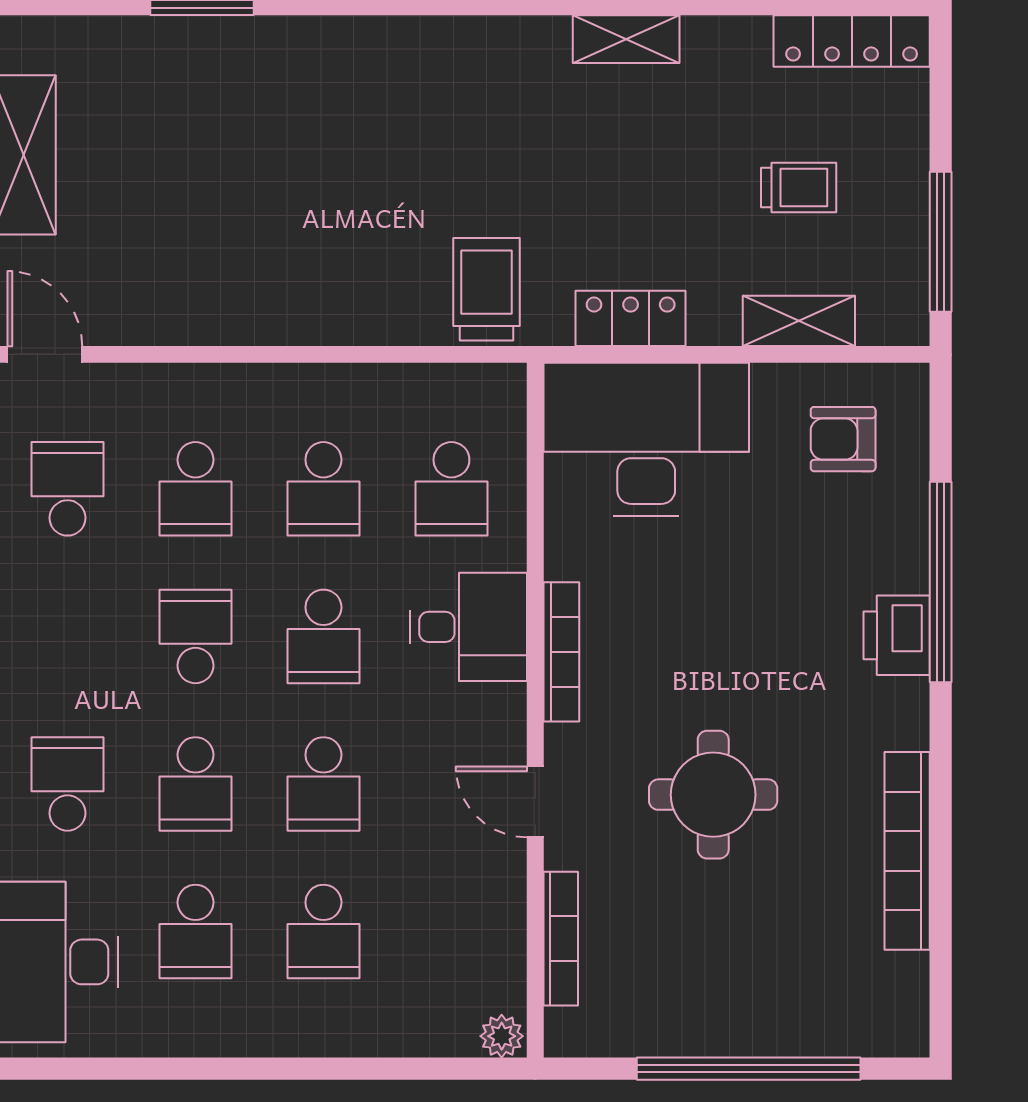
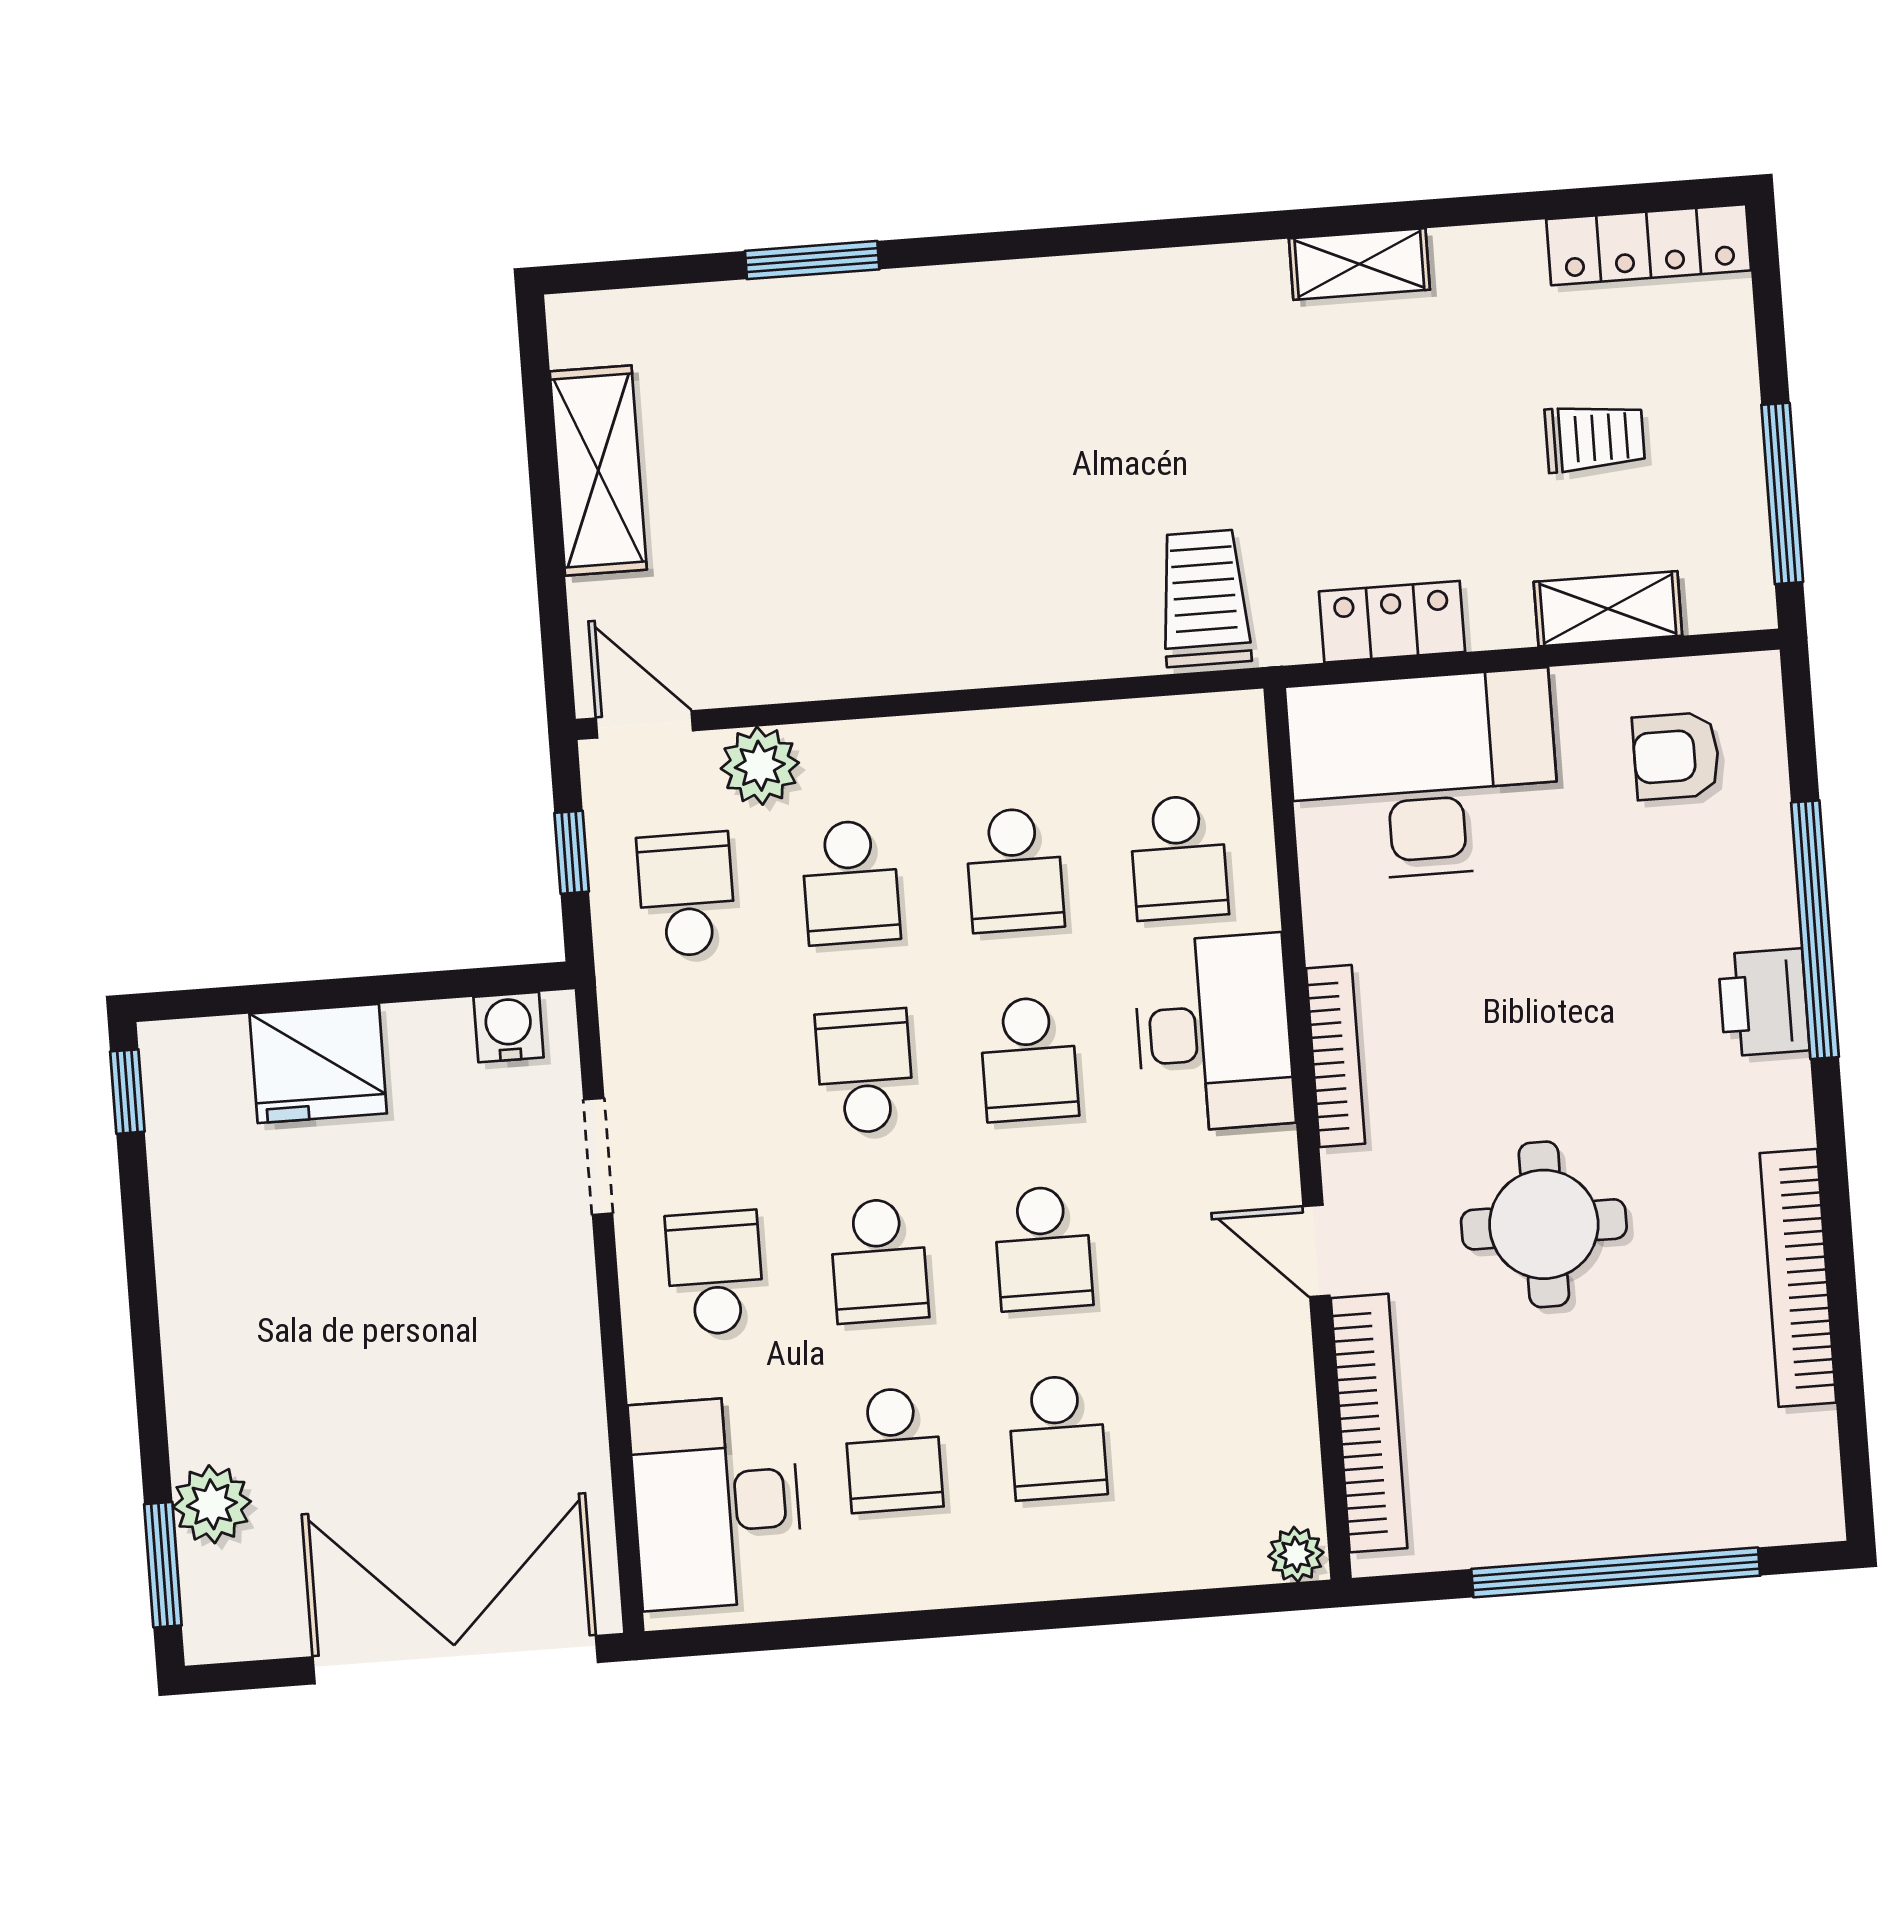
plant: (132, 393) -> (760, 766), added
desk: (468, 627) -> (1214, 1033), width x1.37
bookcase: (561, 939) -> (1369, 1423), width x1.48, depth x1.31

